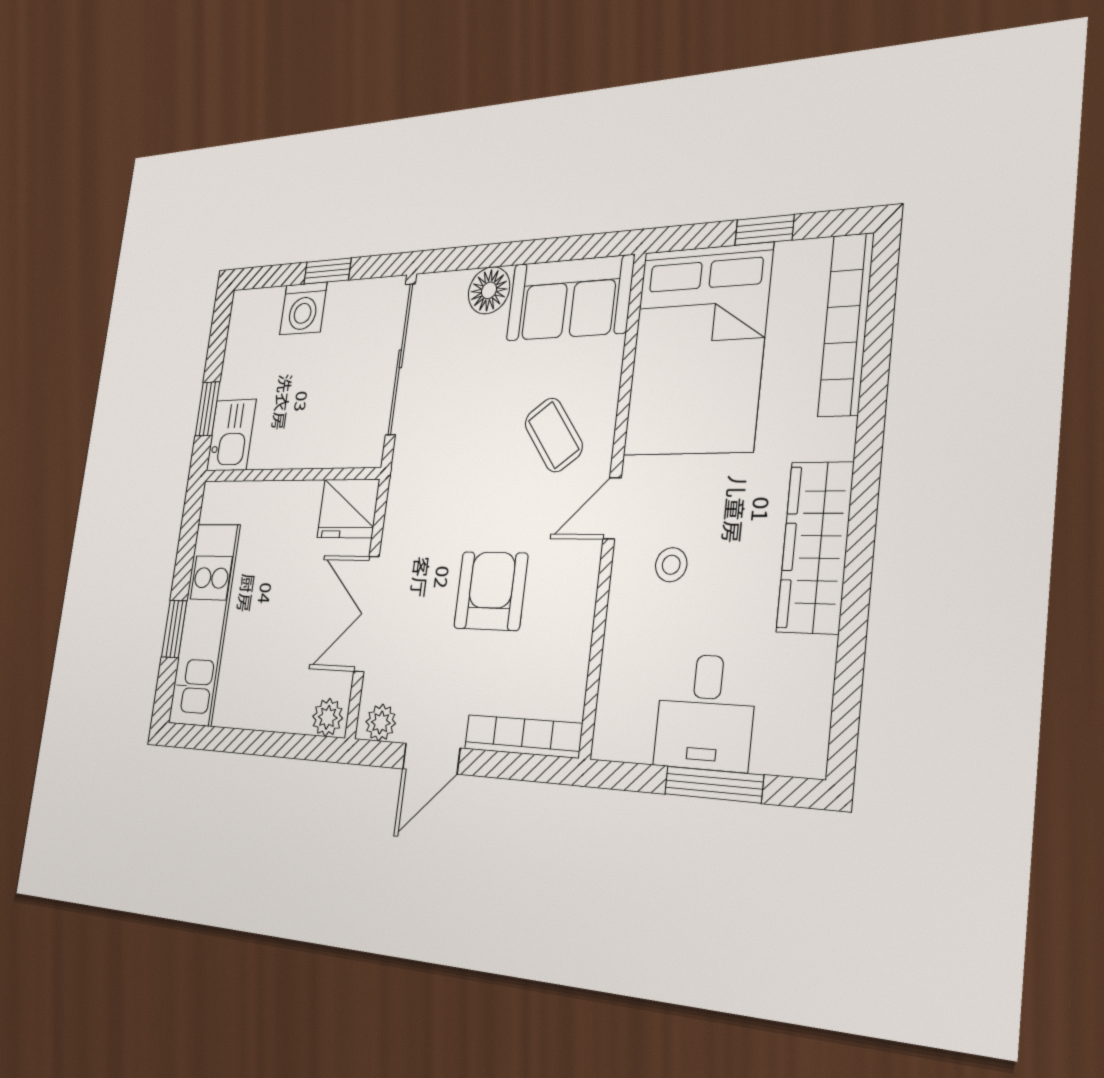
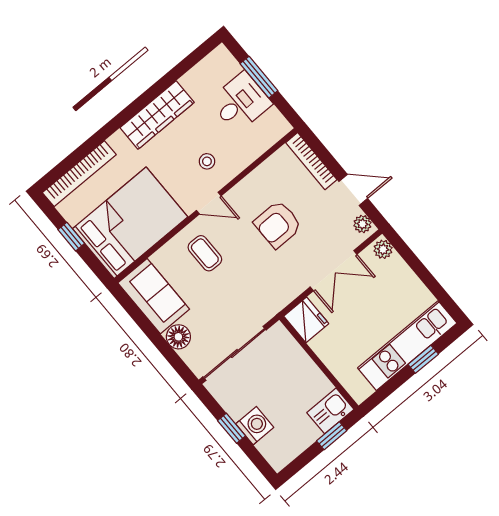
coffee table: (554, 435) -> (205, 253), turned -53

